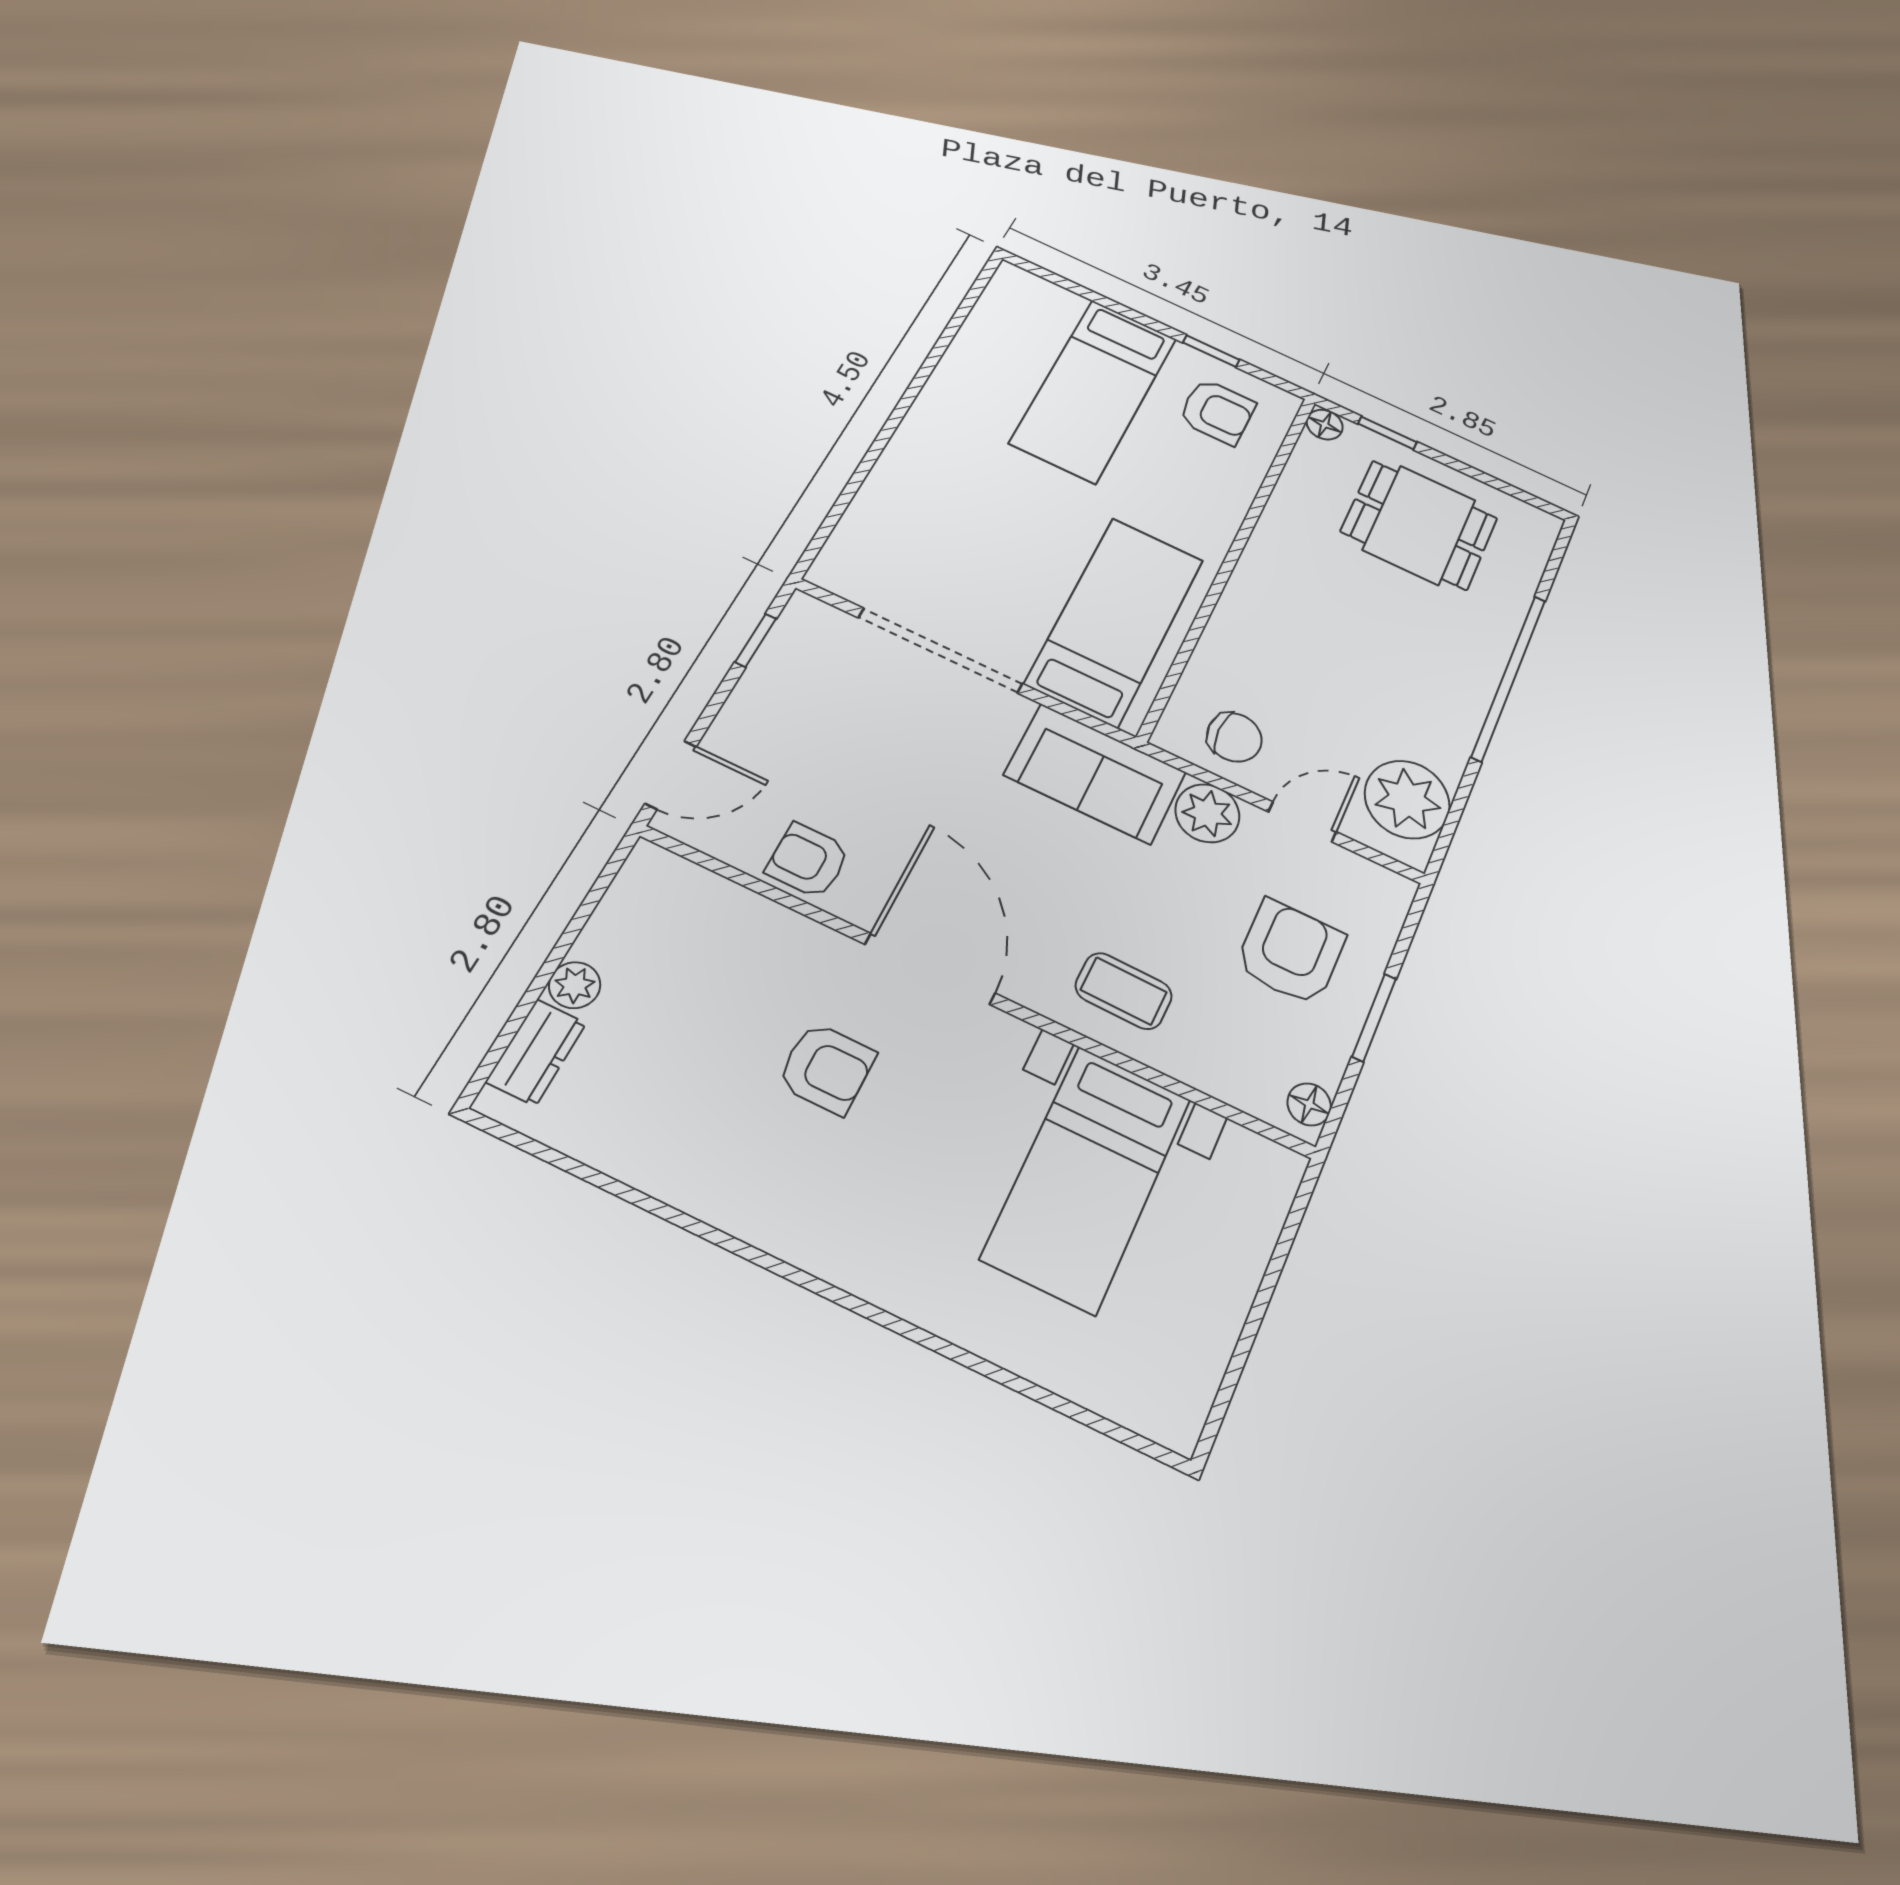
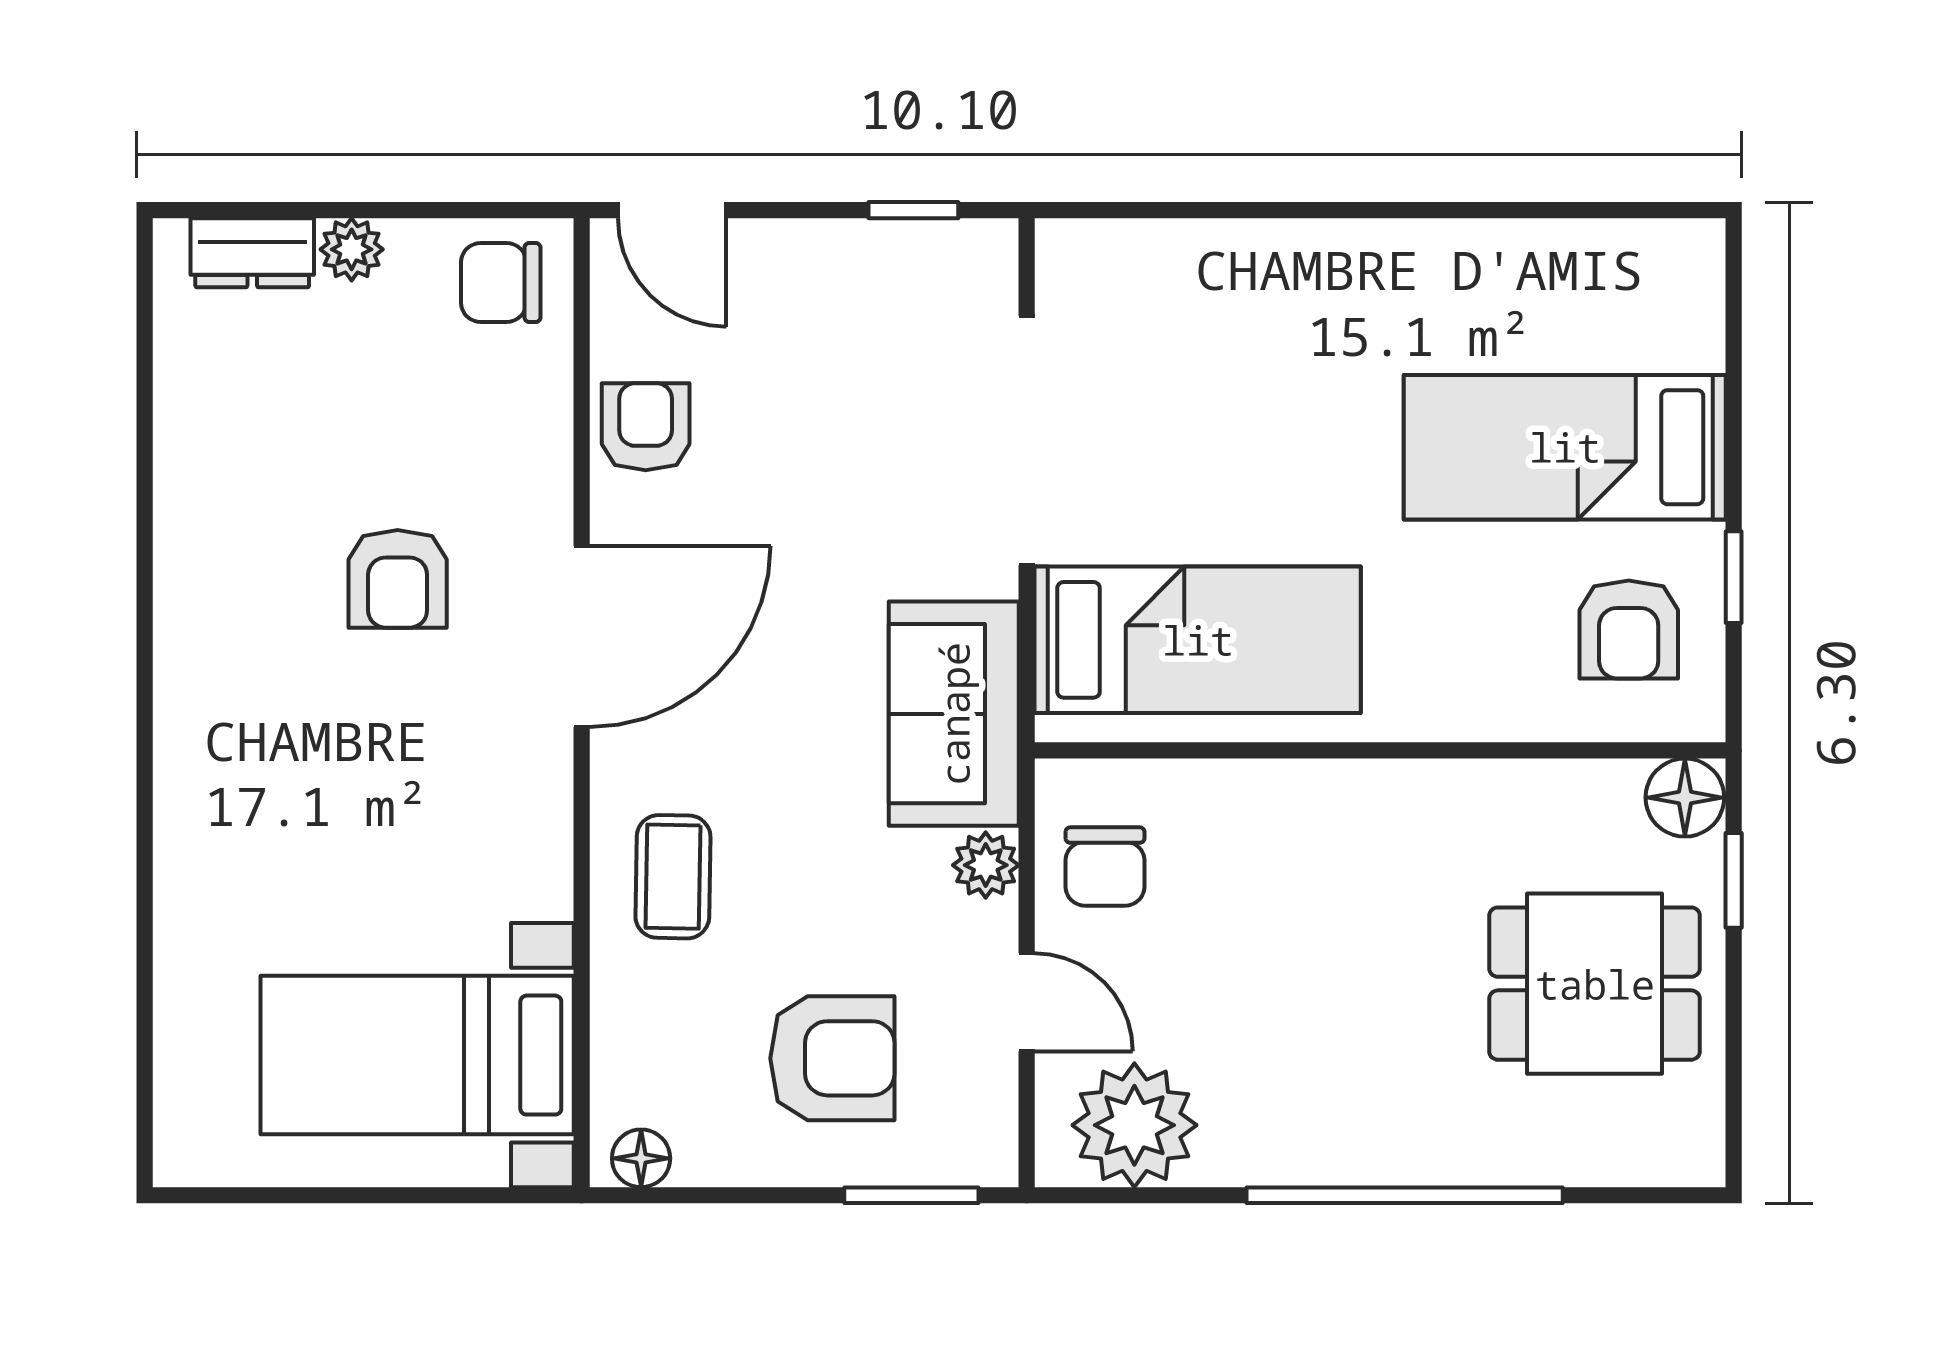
floor lamp: (1325, 425) -> (1685, 798), width x1.37, depth x1.37
dining table: (1419, 525) -> (1595, 984), turned 90
plant: (1207, 813) -> (986, 865), width x0.73, depth x0.73
chair: (656, 901) -> (501, 282), added
window: (1374, 1018) -> (911, 1195), moved
bed with nightstands: (1087, 1178) -> (417, 1055), moved

